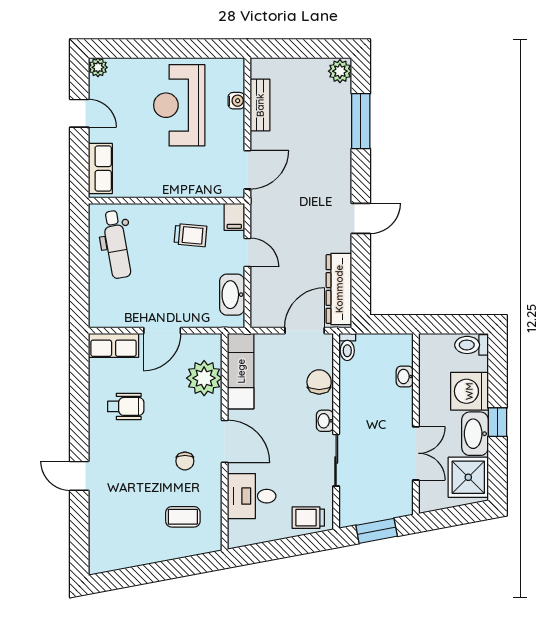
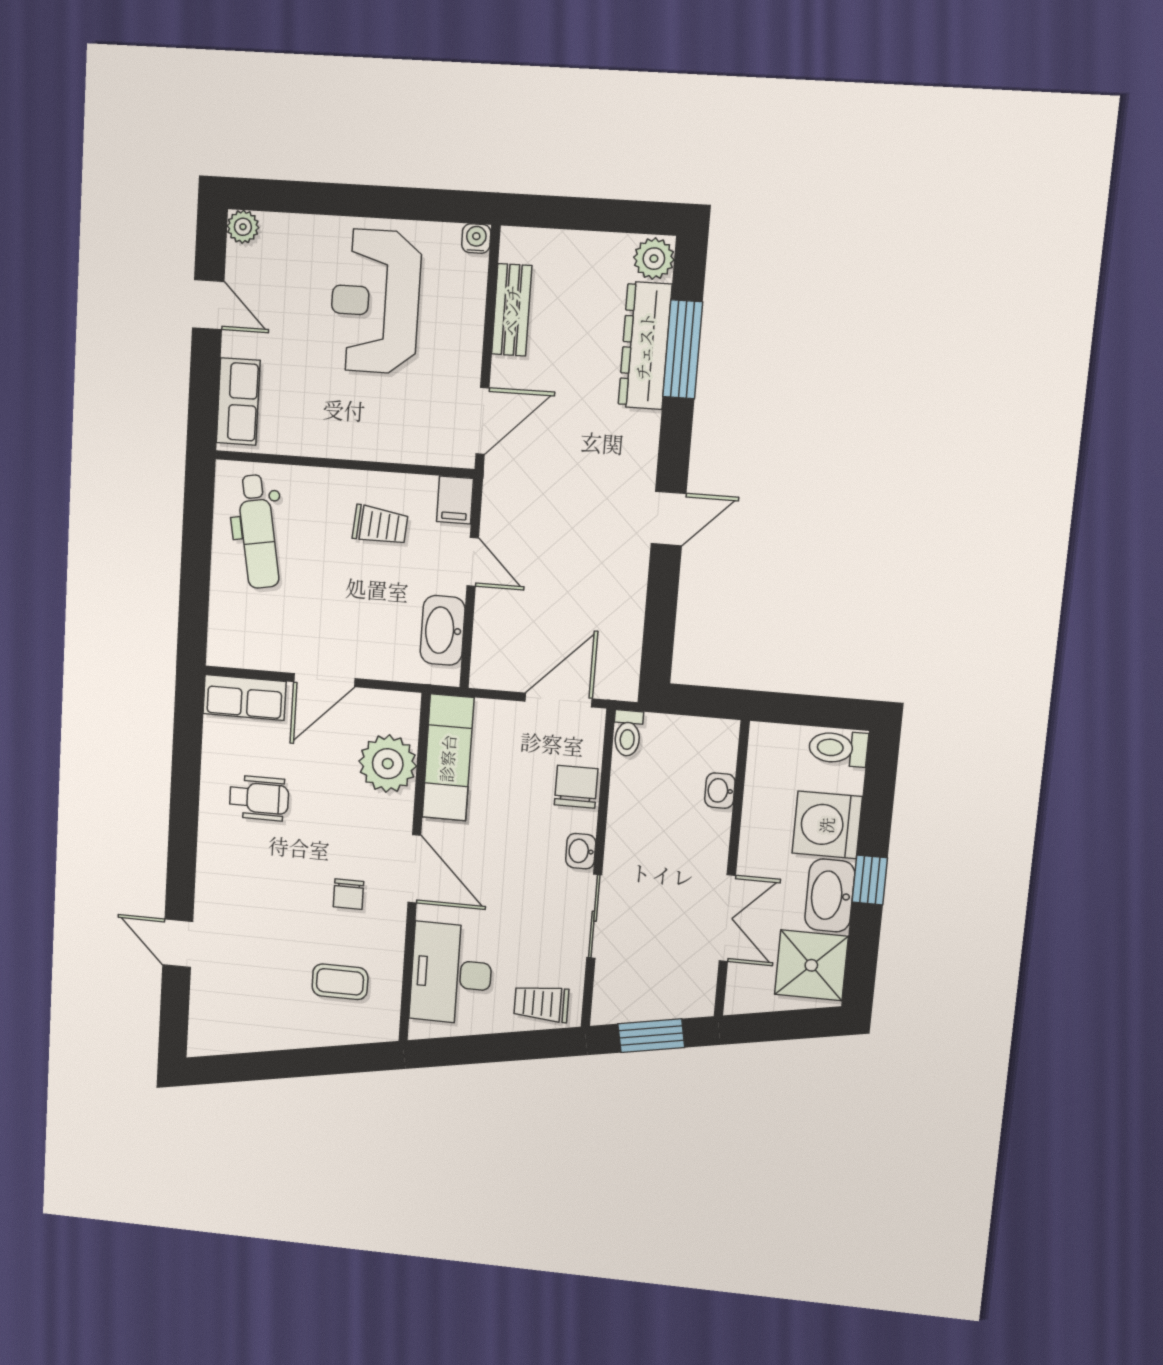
water cooler: (236, 101) -> (476, 239), moved, turned -90
dresser: (339, 289) -> (645, 346), moved
door: (79, 476) -> (178, 943), moved
desk: (252, 496) -> (451, 973), width x1.37

